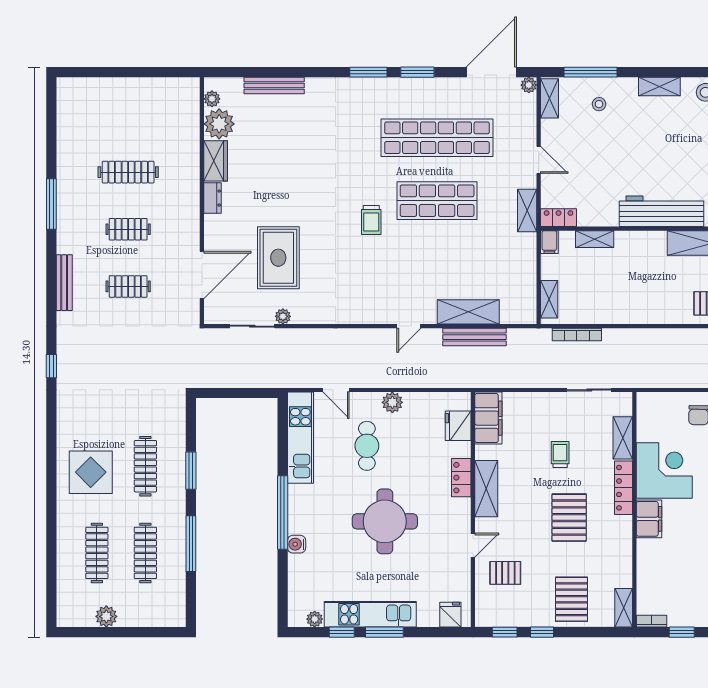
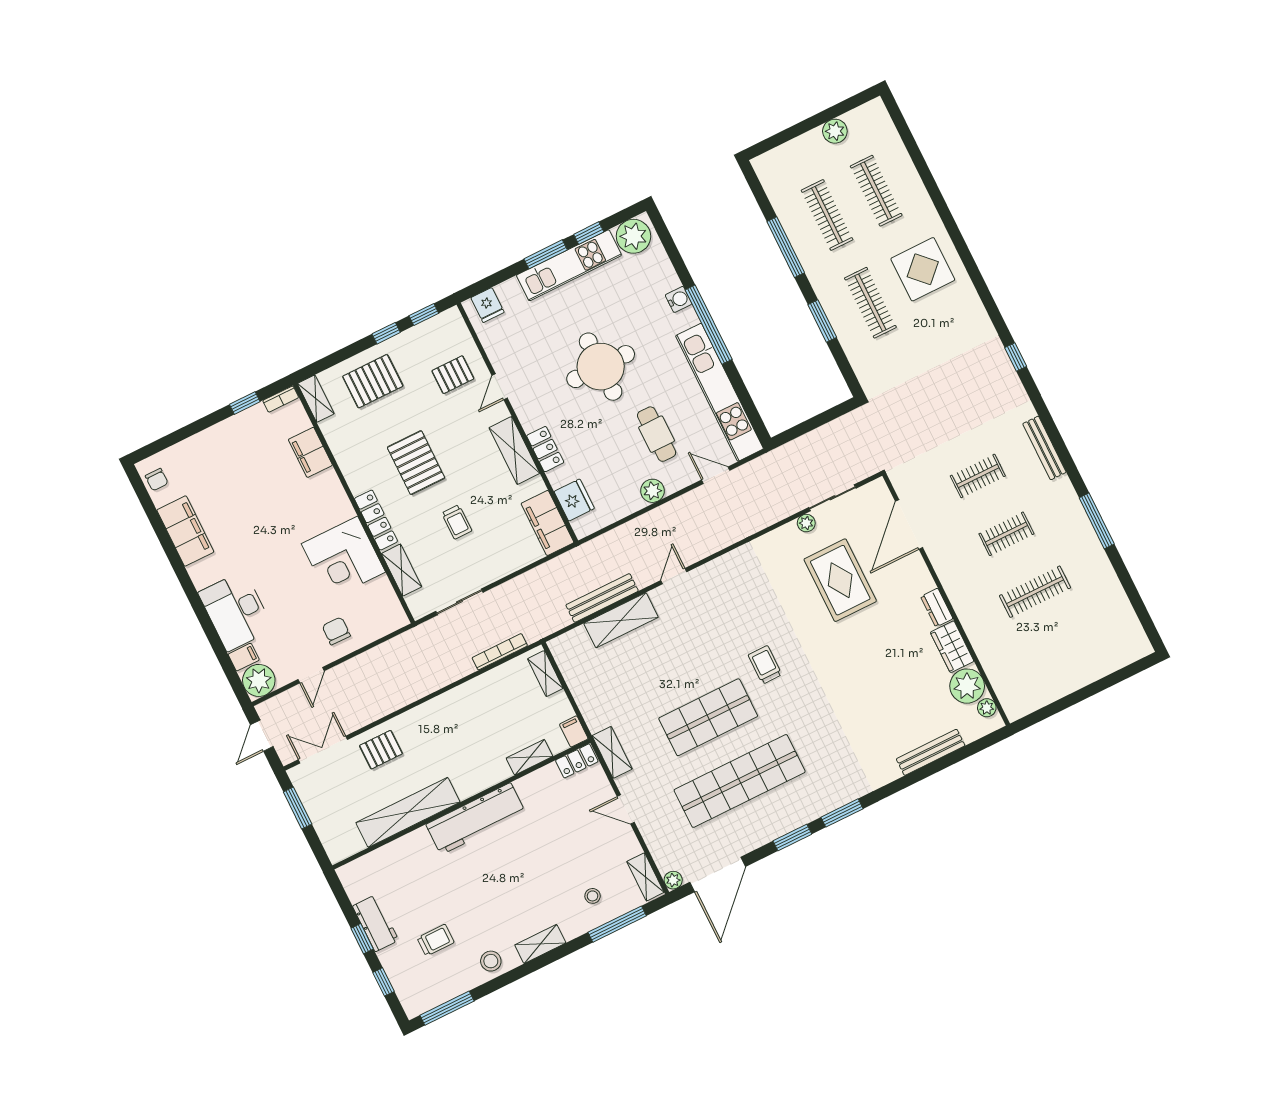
kitchen unit: (300, 438) -> (720, 392), width x1.36
filing cabinet: (649, 519) -> (310, 452), moved
pallet: (571, 599) -> (373, 381), turned 90
plant: (315, 619) -> (633, 236), width x1.87, depth x1.87

